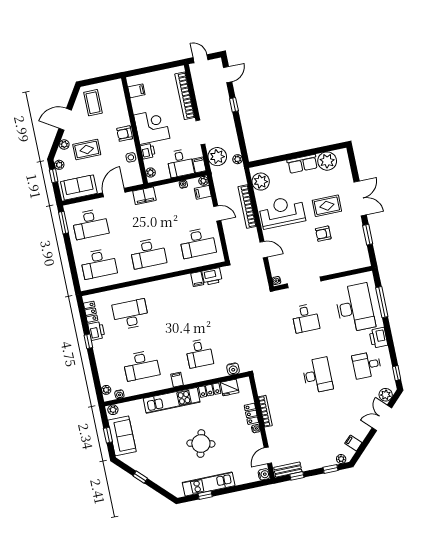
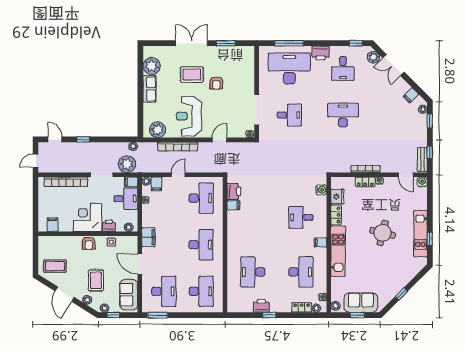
rug: (327, 206) -> (192, 75), turned 90
locker: (91, 312) -> (302, 308), moved
desk: (199, 353) -> (301, 217), turned 180

